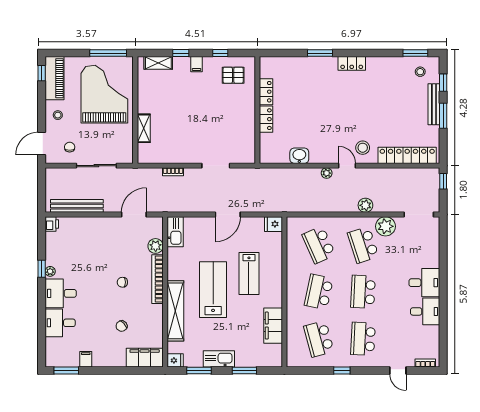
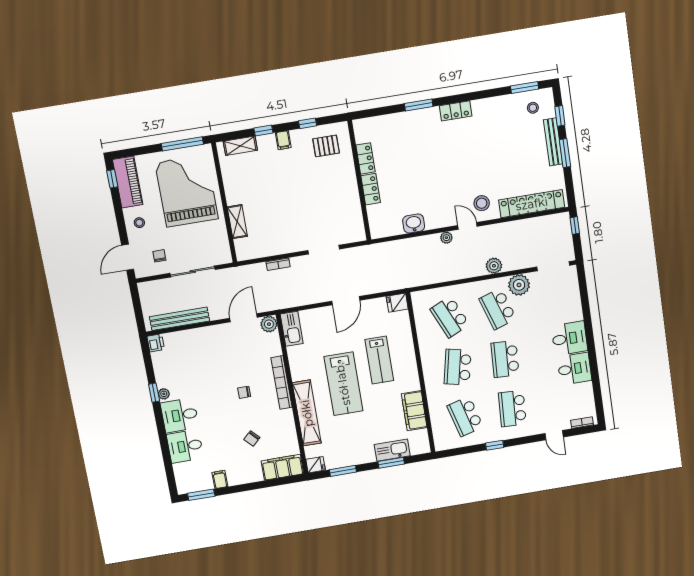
plant: (156, 246) -> (269, 324), moved
lab bench: (213, 290) -> (343, 384), turned 180
kitchen sink: (219, 359) -> (392, 450), moved

